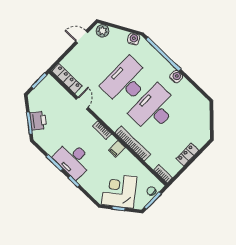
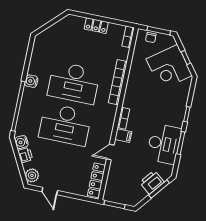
printer: (122, 36) -> (25, 155), added
filing cabinet: (117, 149) -> (123, 136), moved
desk: (73, 160) -> (164, 144), moved

